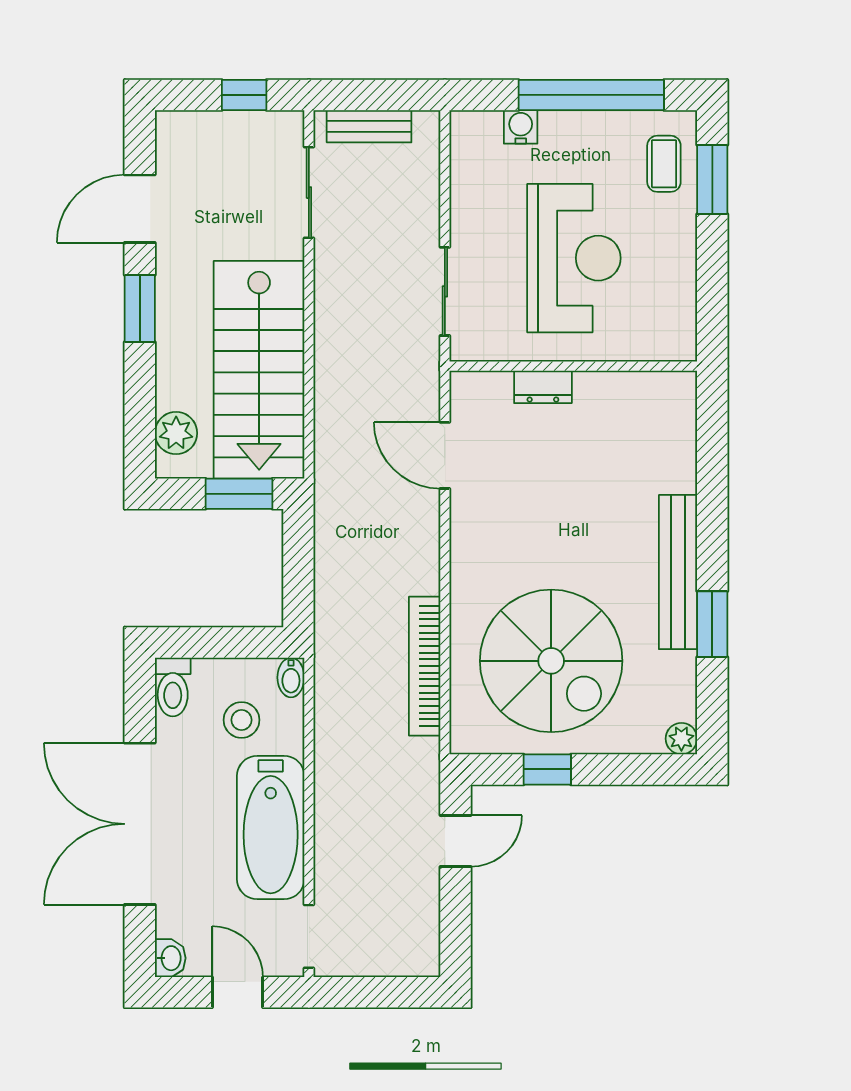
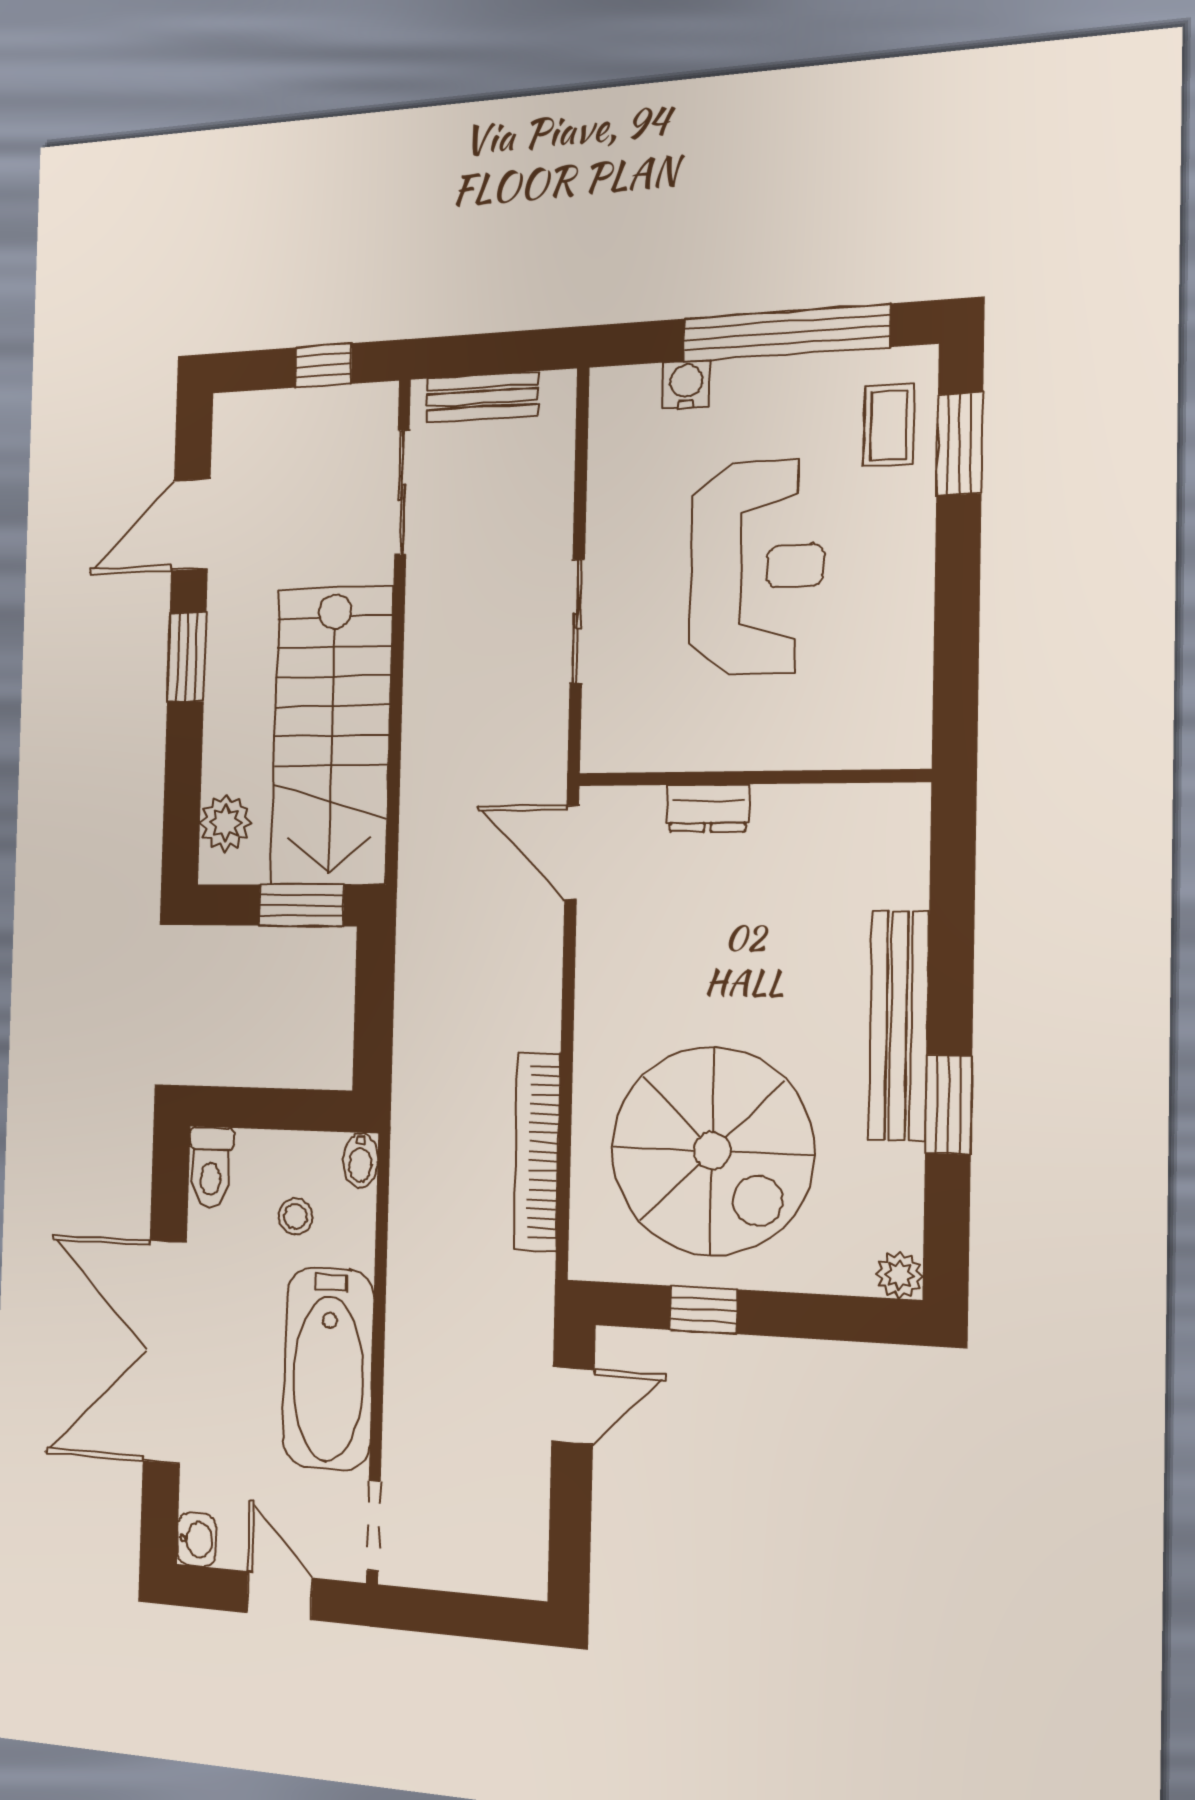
wall: (573, 366) -> (751, 778), moved
dresser: (543, 387) -> (708, 808), moved
stool: (241, 720) -> (296, 1217), width x0.73, depth x0.73

